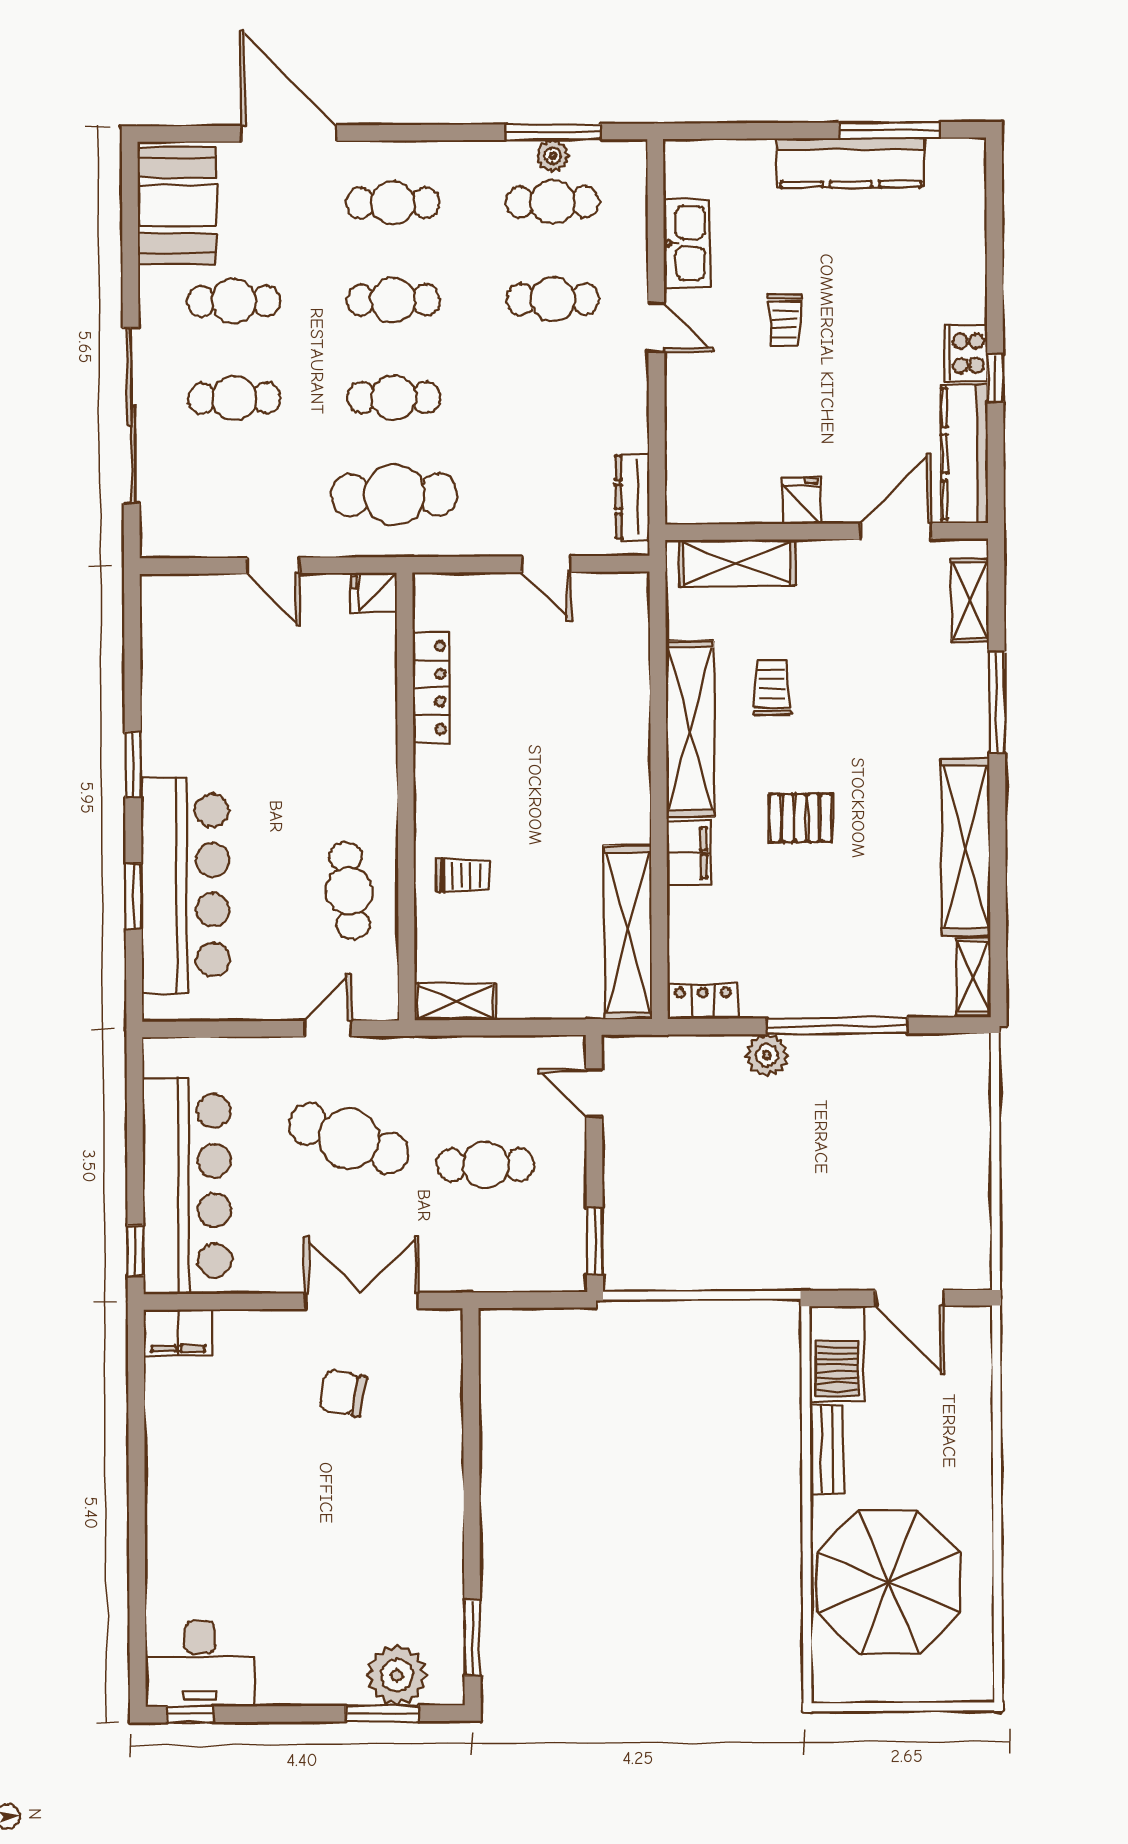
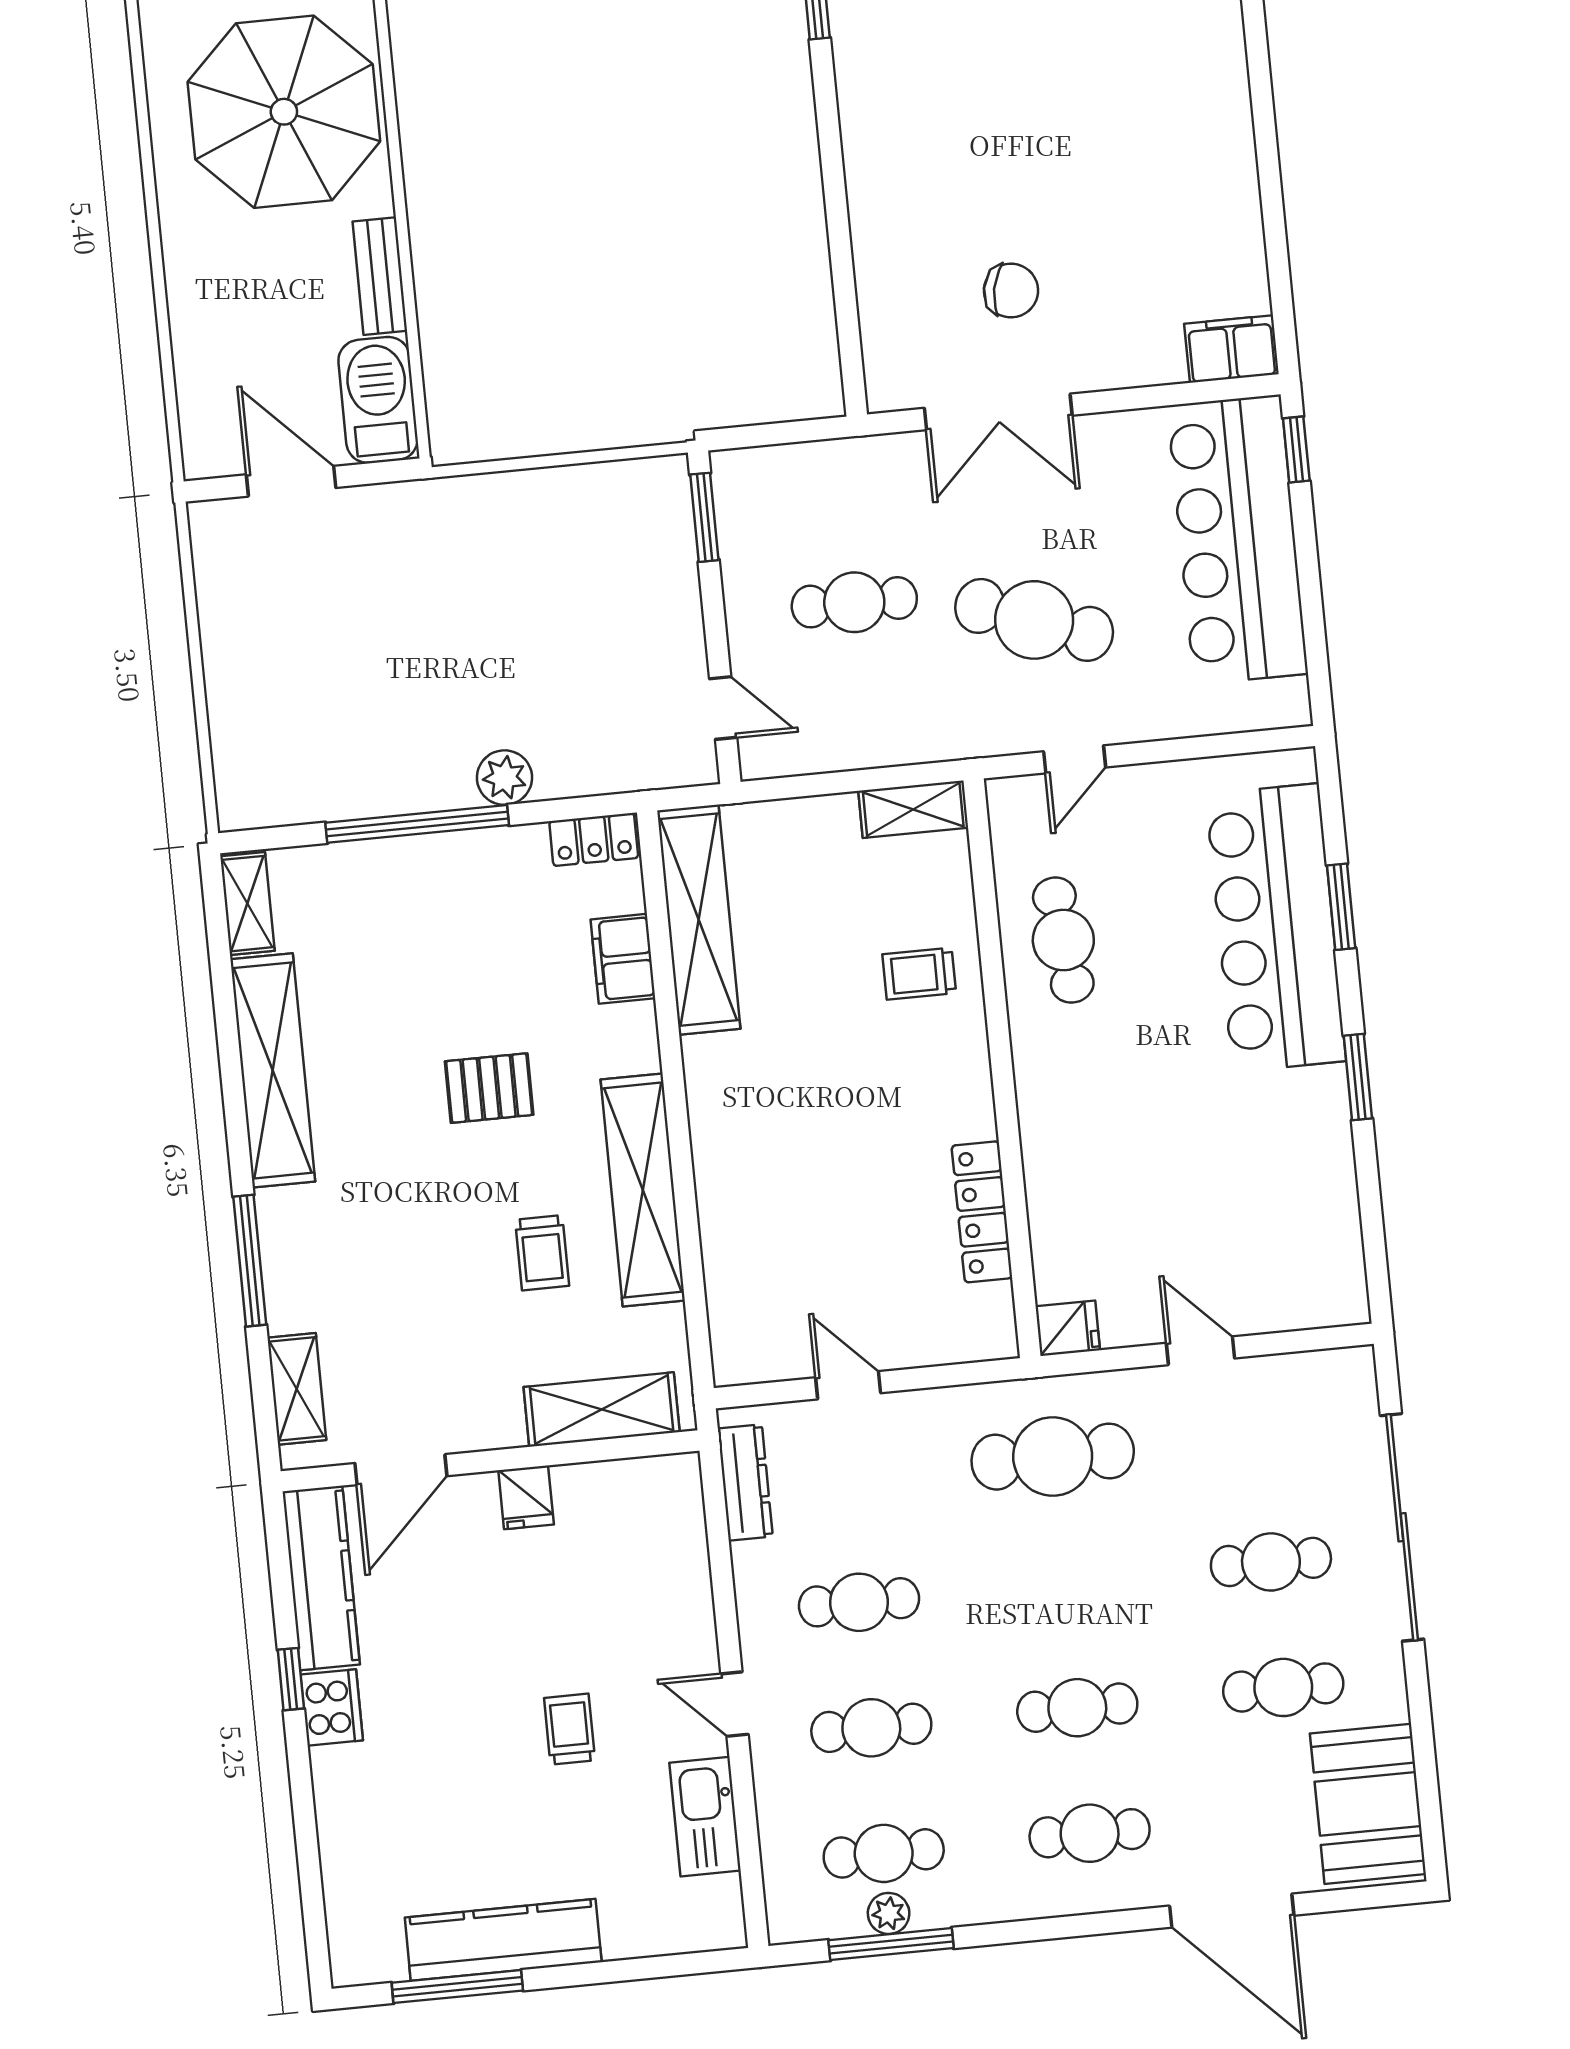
cafe table: (394, 397) -> (859, 1602), moved
filing cabinet: (689, 853) -> (623, 959), moved

